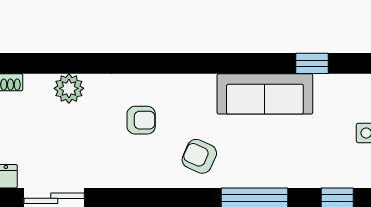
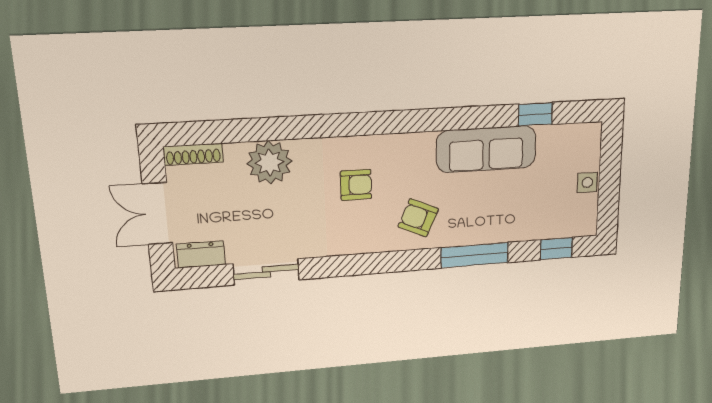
plant: (69, 88) -> (269, 162), width x1.36, depth x1.36

